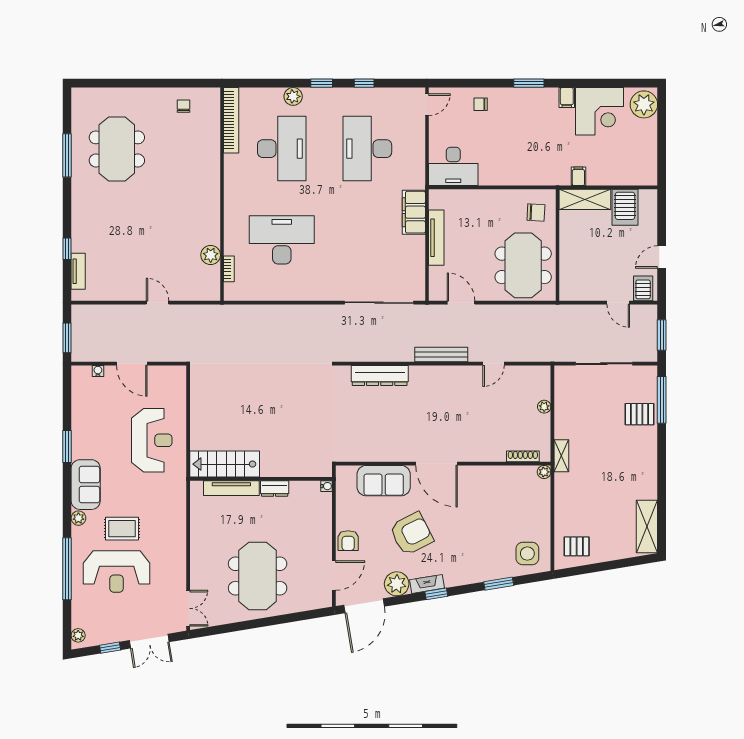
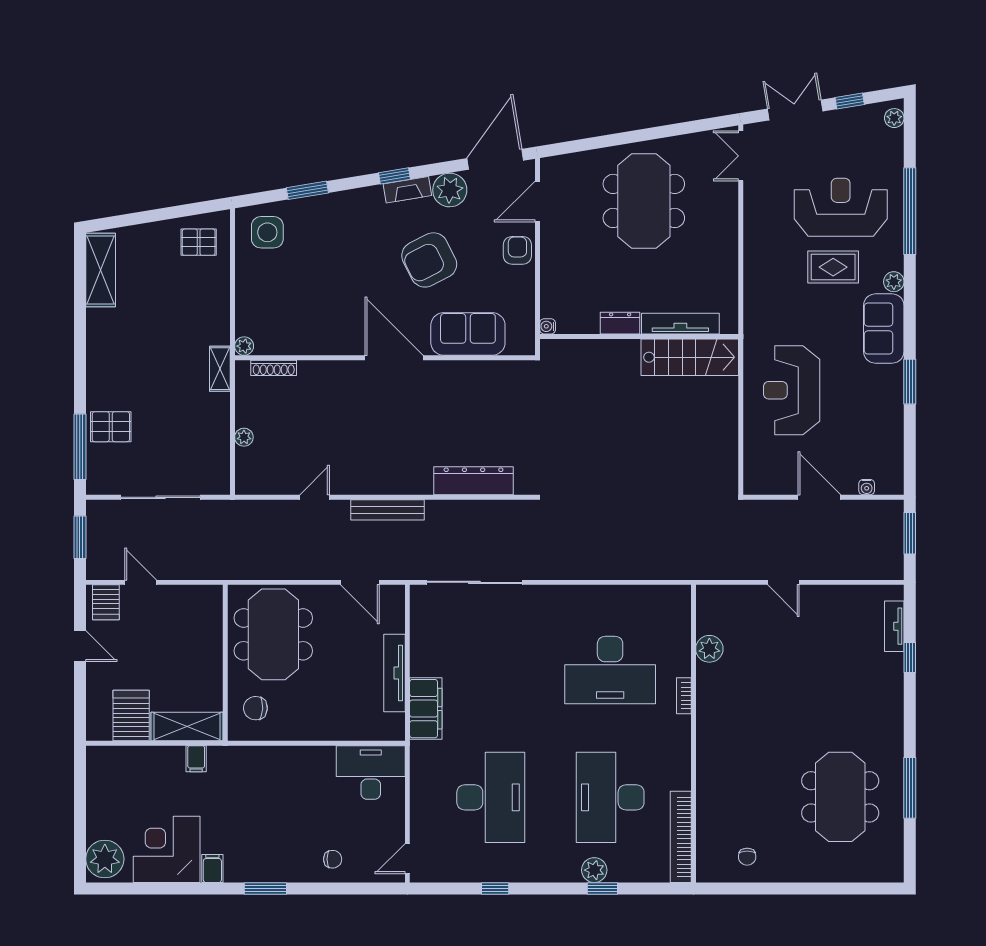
window: (322, 83) -> (602, 889), moved
door: (662, 257) -> (80, 646), hinge flipped
bookcase: (229, 269) -> (684, 696), moved

